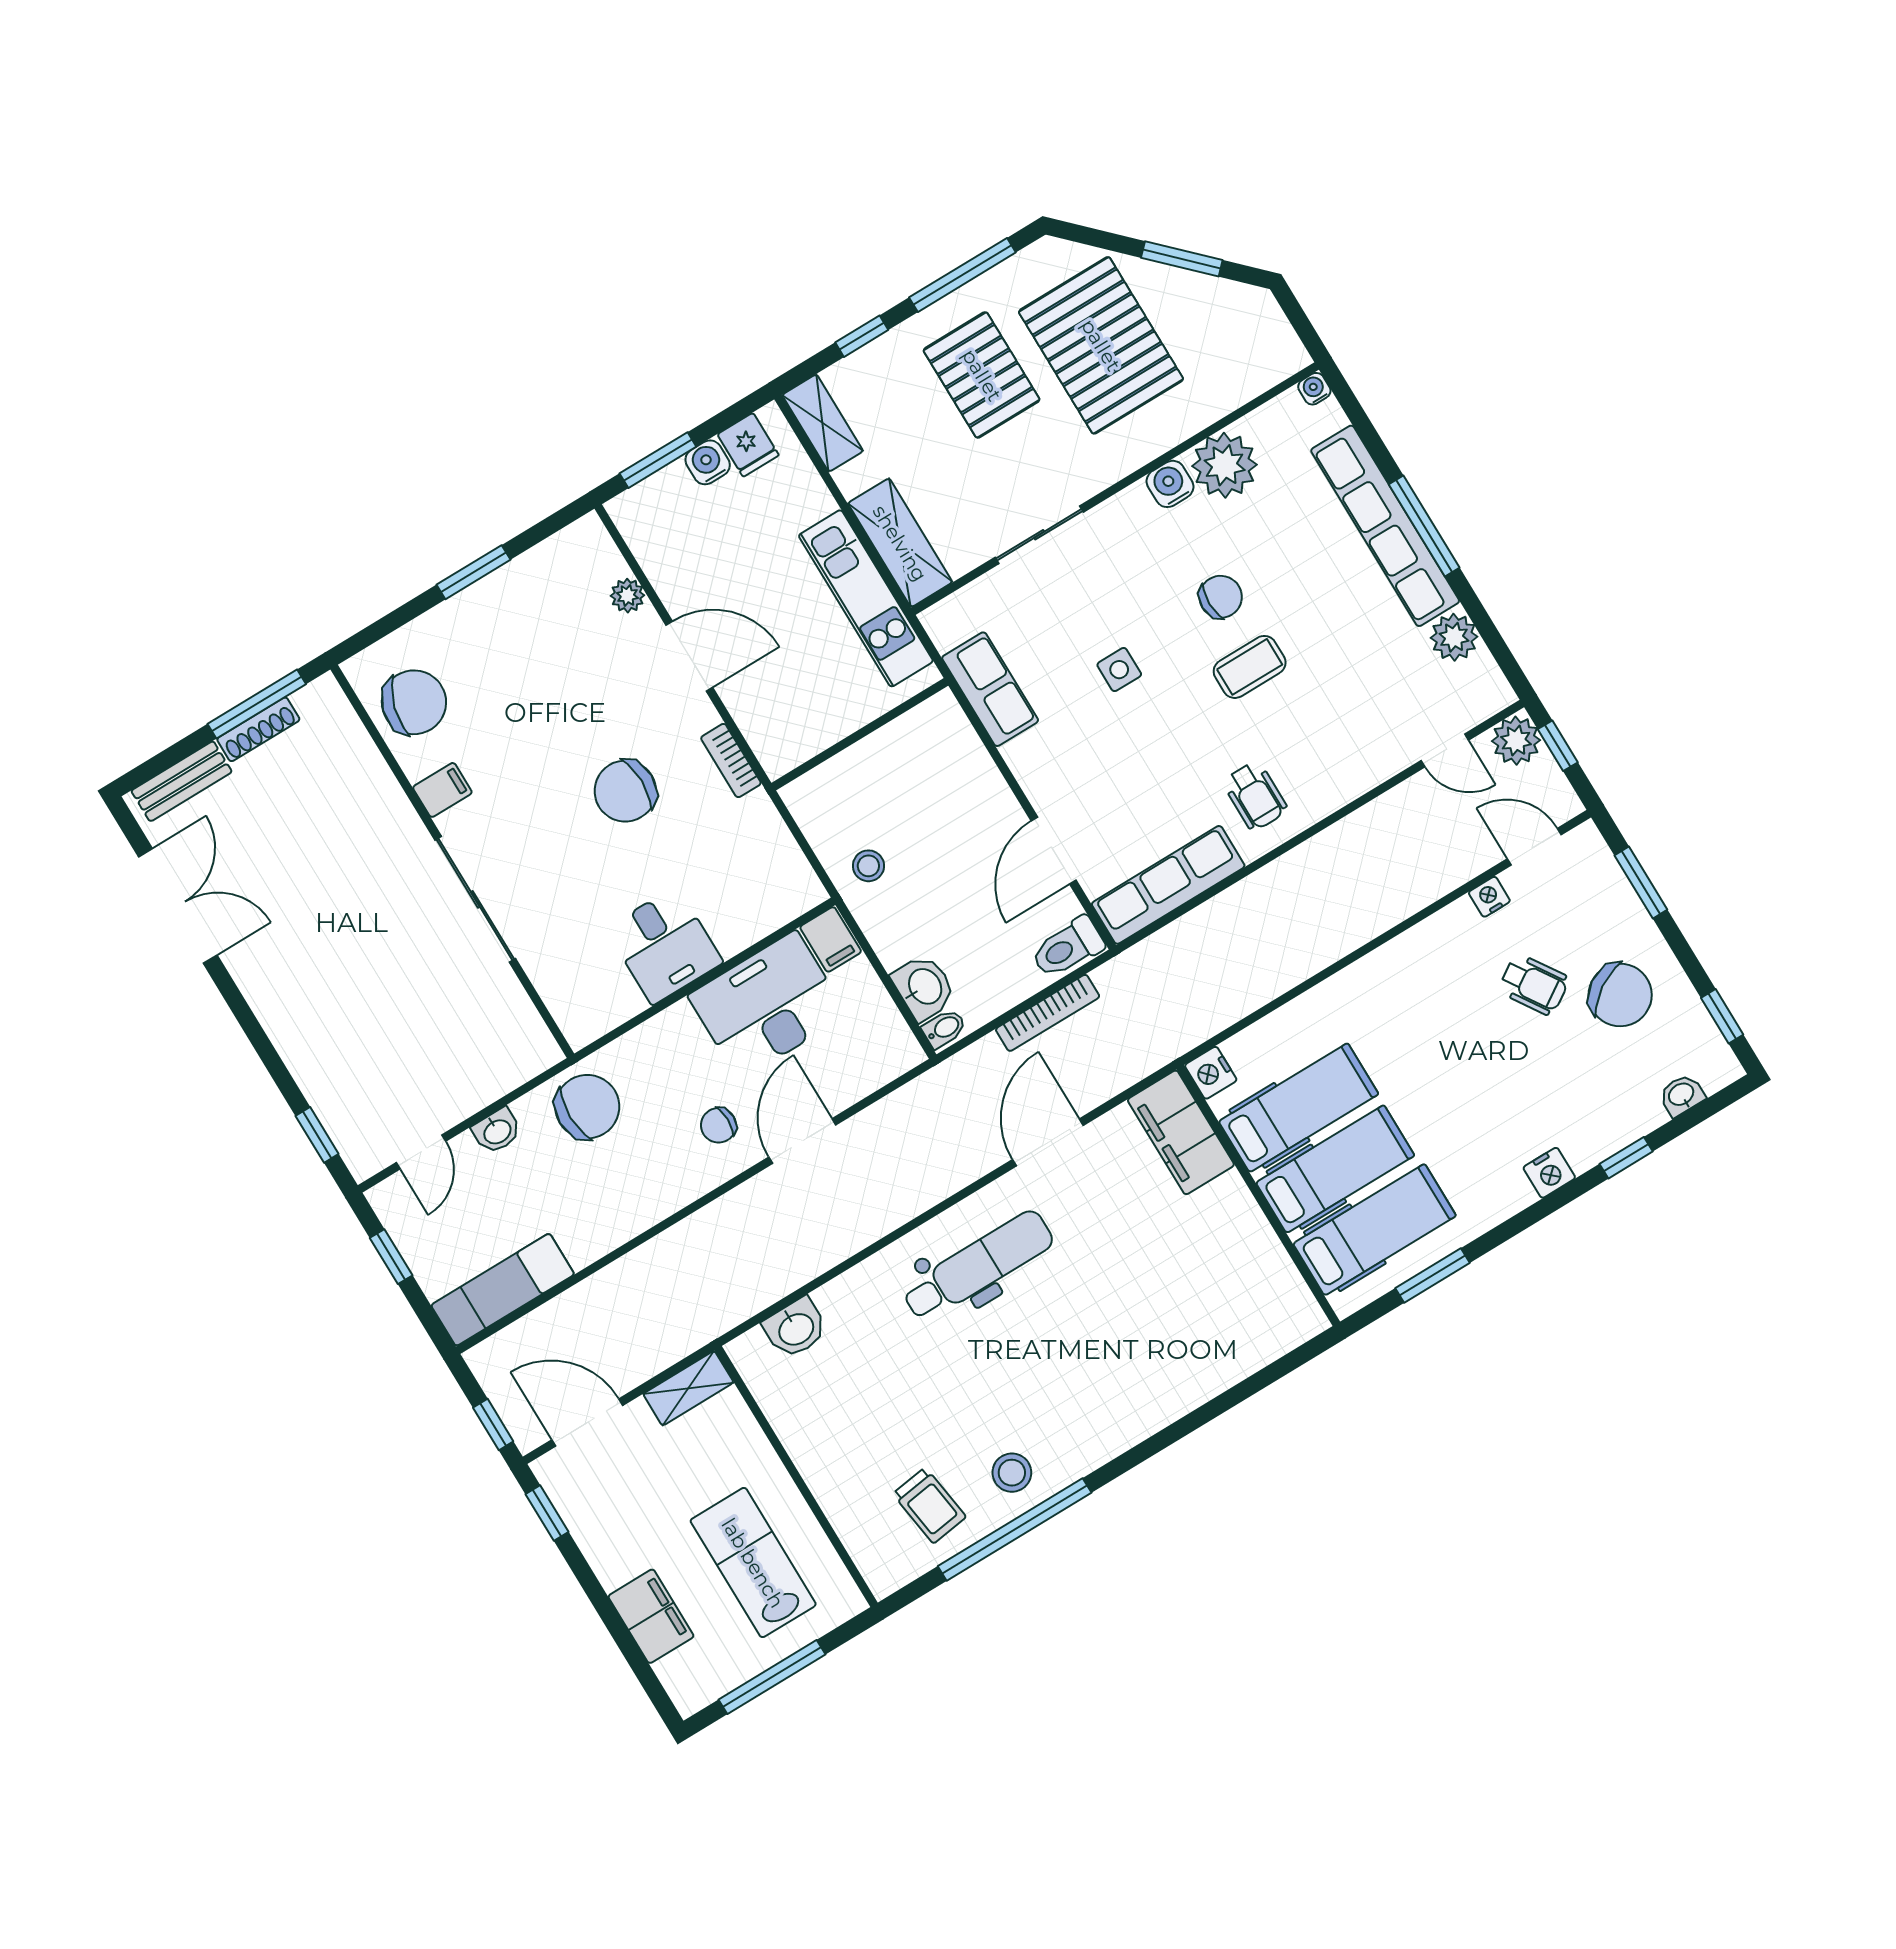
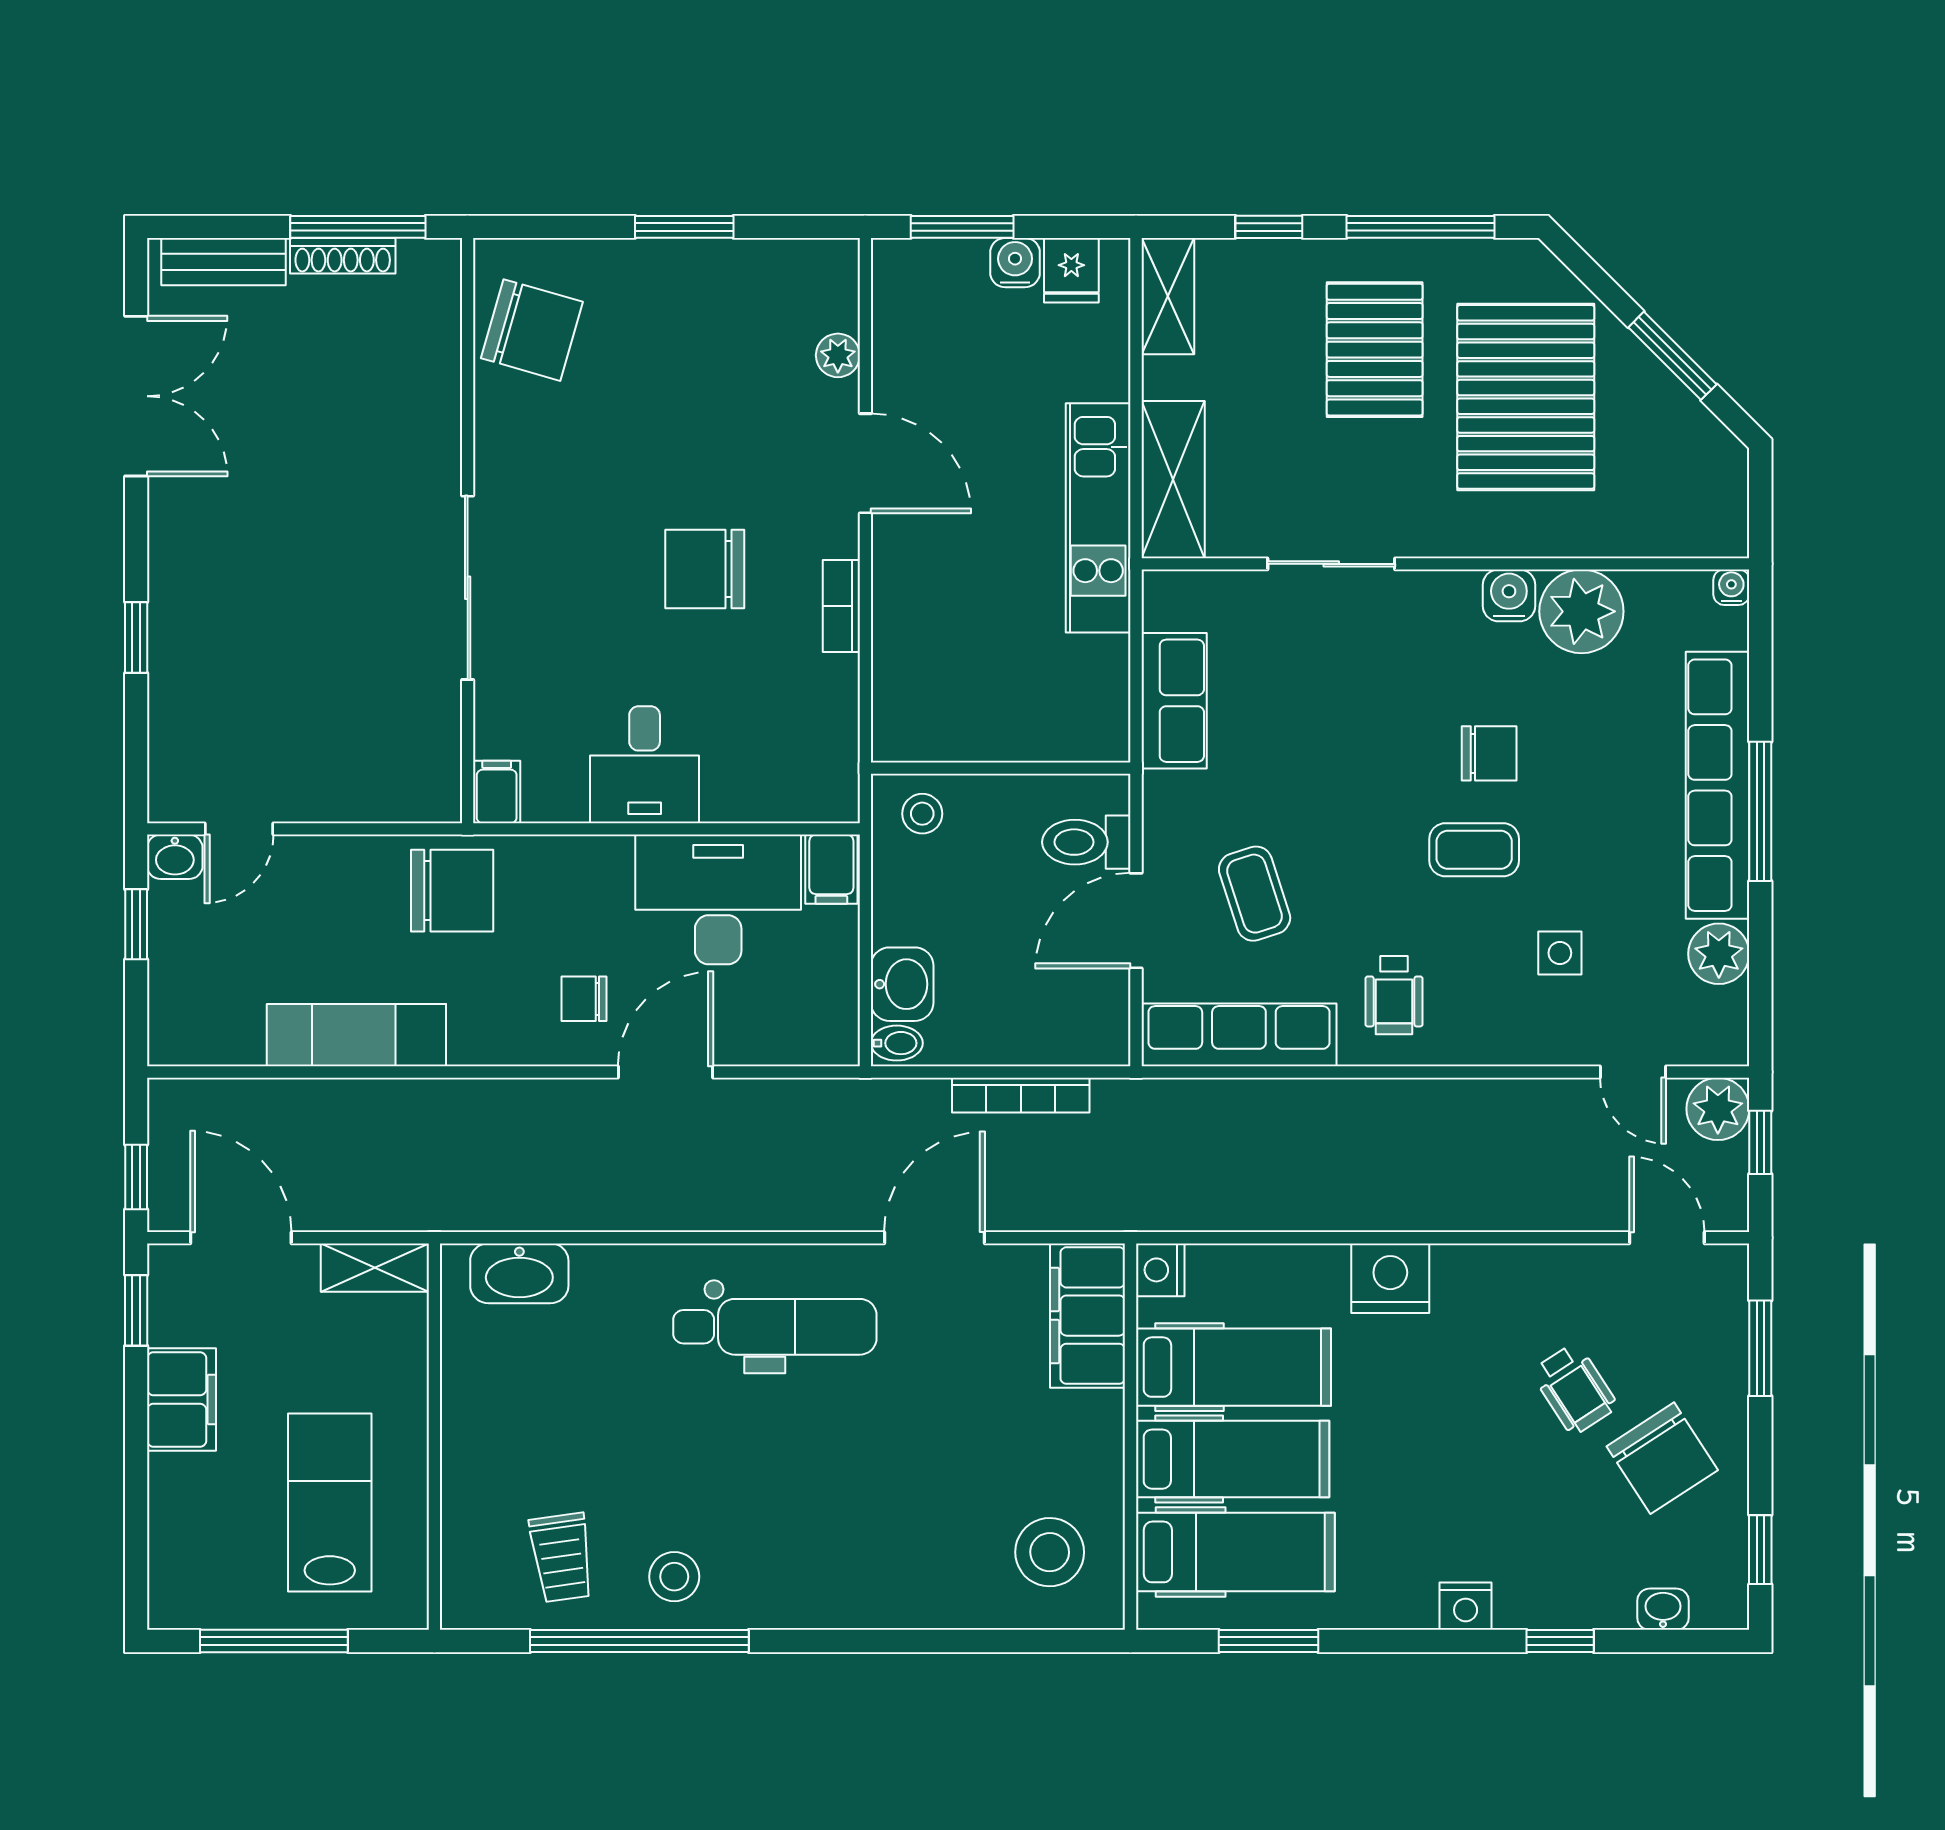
side table: (1119, 670) -> (1560, 953), moved
wall: (860, 734) -> (1001, 768), moved
coffee table: (1121, 785) -> (1255, 894), added
filing cabinet: (442, 790) -> (497, 792), moved, turned -90
nightstand: (1489, 897) -> (1390, 1278), moved, width x1.89, depth x1.79
toilet: (1068, 948) -> (1086, 842), moved
washbasin: (497, 1131) -> (175, 857), moved
window: (317, 1135) -> (136, 637), moved
exam couch: (503, 1290) -> (356, 1035), moved
stool: (1251, 1305) -> (1050, 1552), added
washbasin: (796, 1328) -> (519, 1273), width x1.38
filing cabinet: (651, 1616) -> (182, 1399), moved

